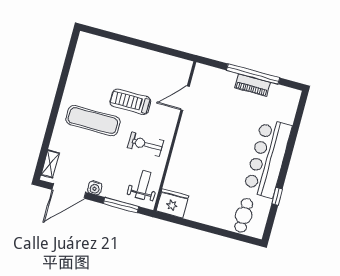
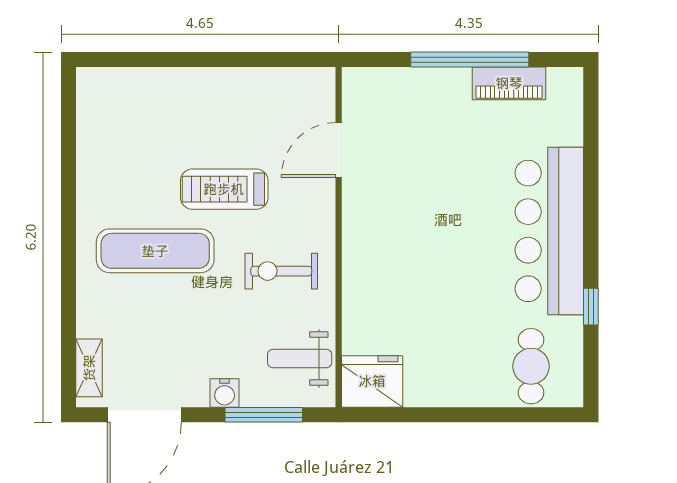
piano: (253, 85) -> (509, 83), moved
weight bench: (143, 185) -> (300, 359), turned -90
water cooler: (95, 188) -> (225, 393), moved

